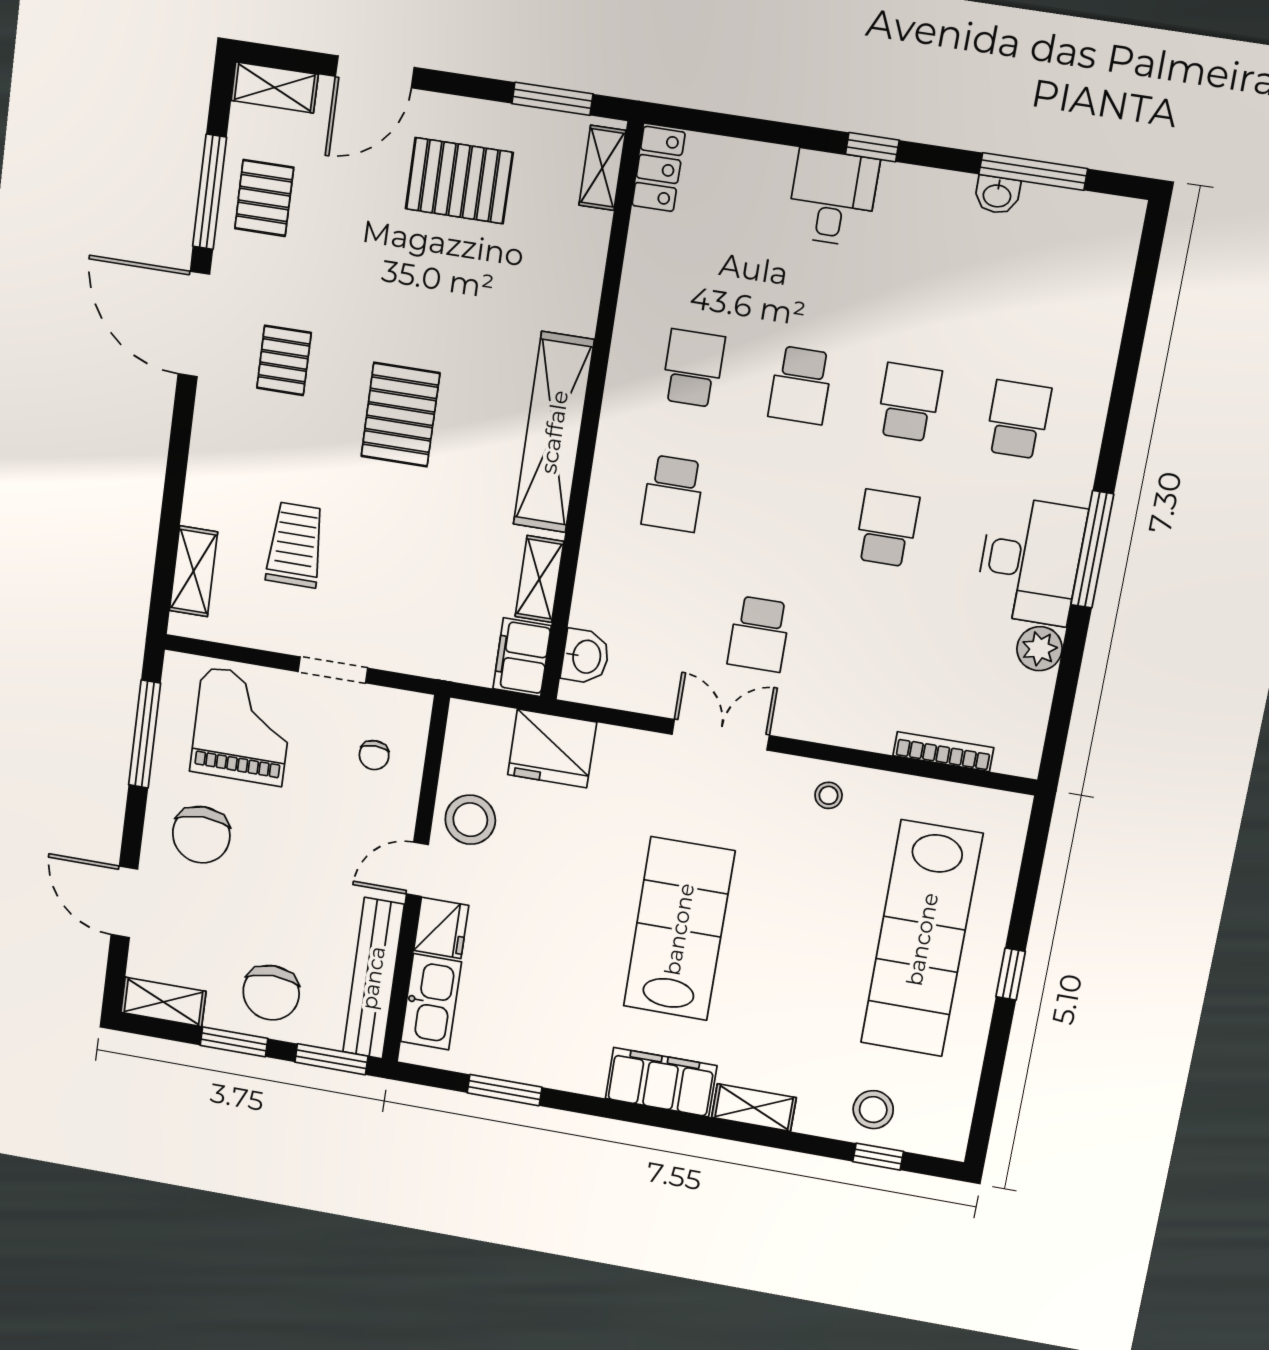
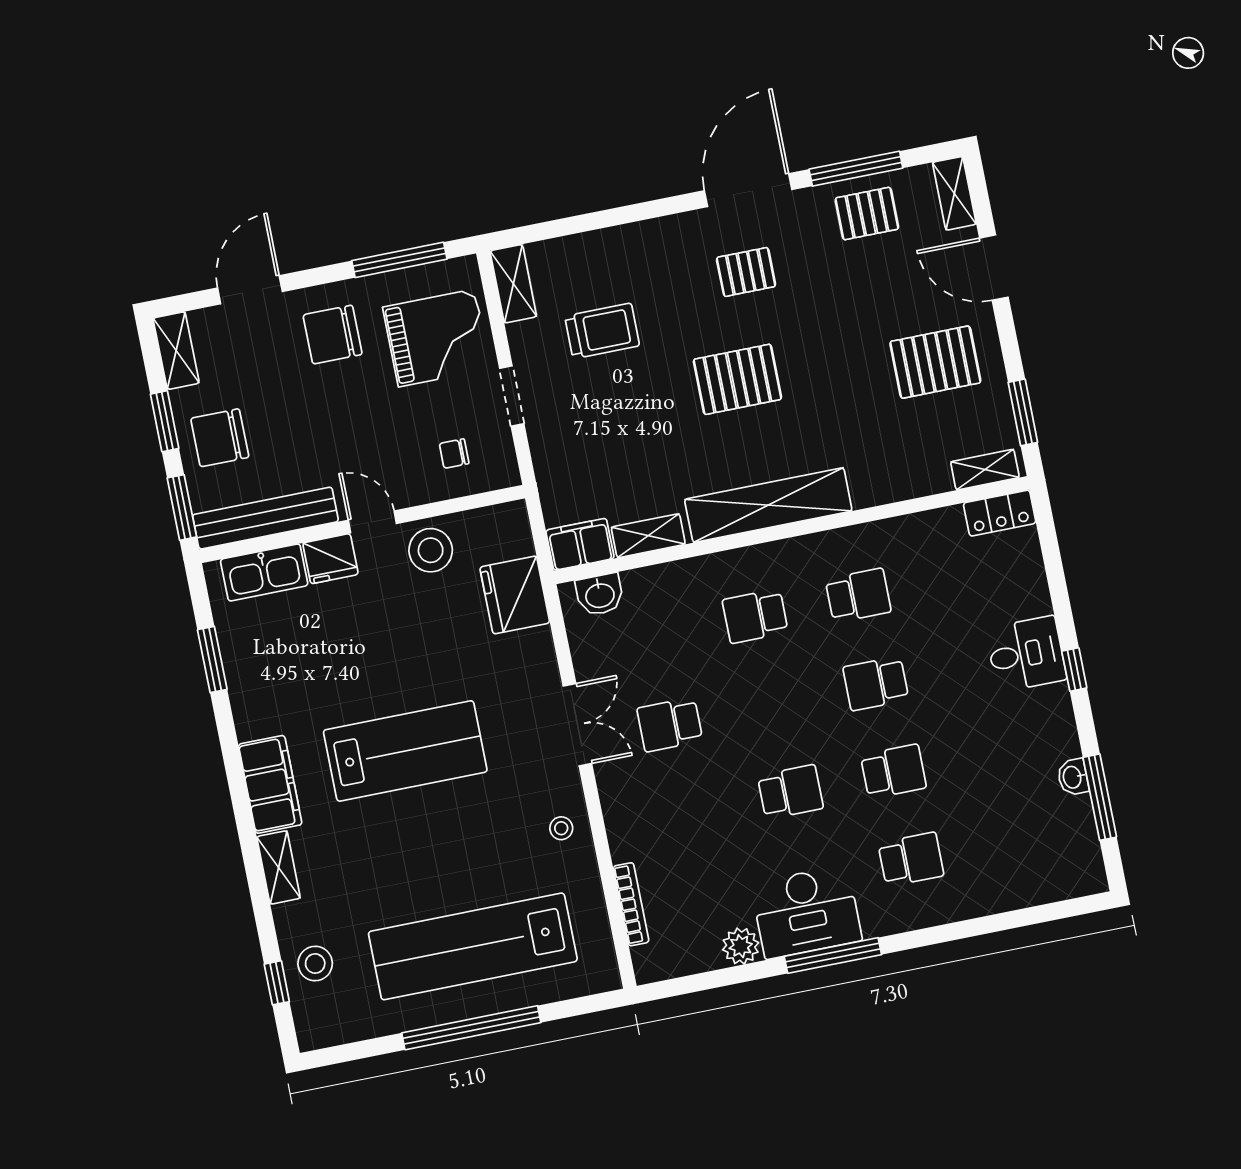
pallet: (459, 181) -> (935, 362), turned 90
shelving: (194, 571) -> (513, 284), moved, turned 90
window: (1011, 974) -> (471, 1028), width x3.17

